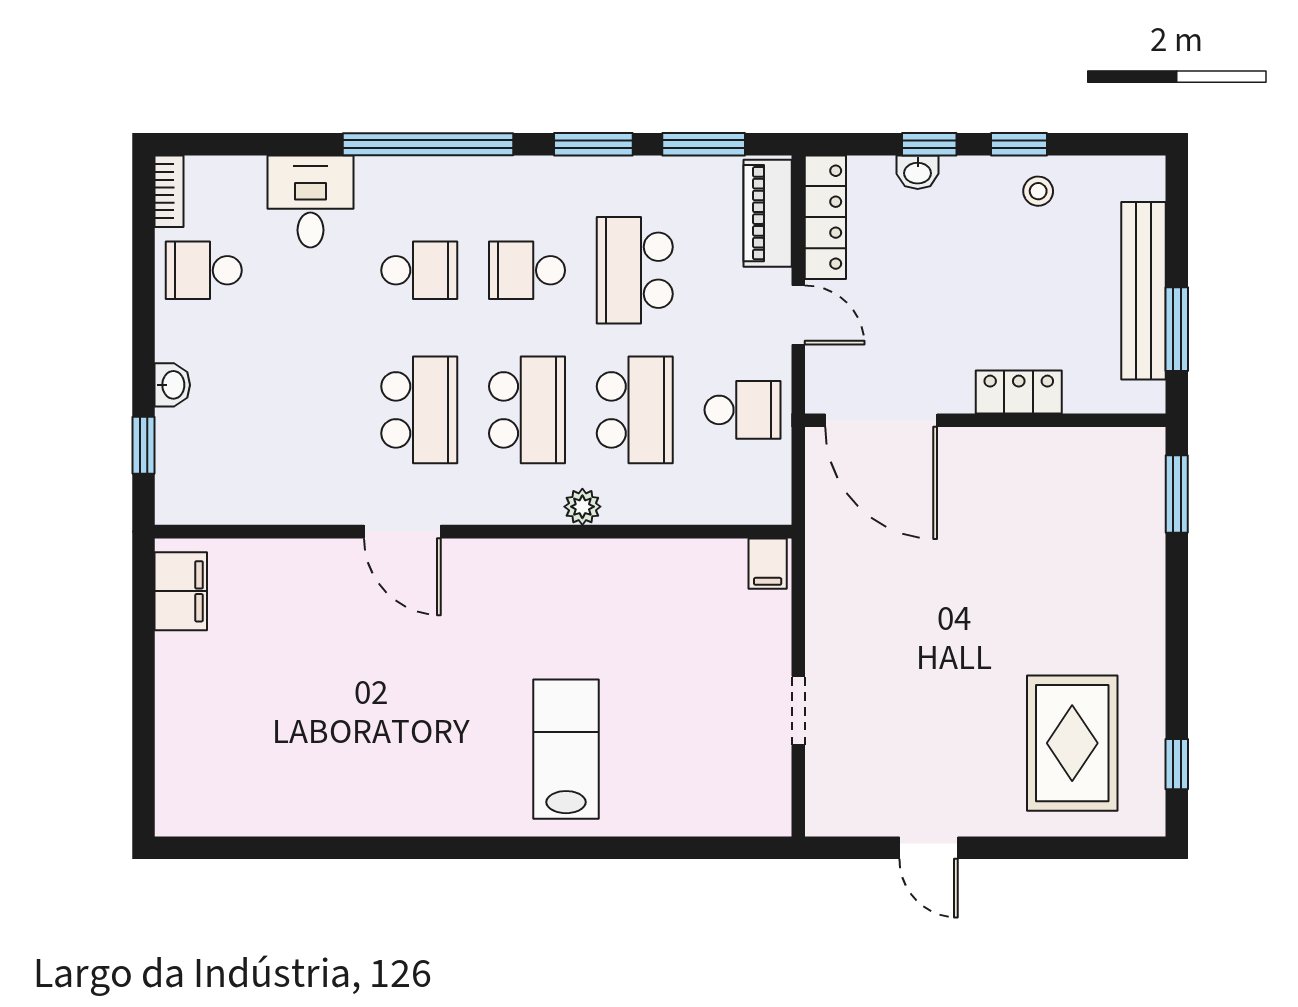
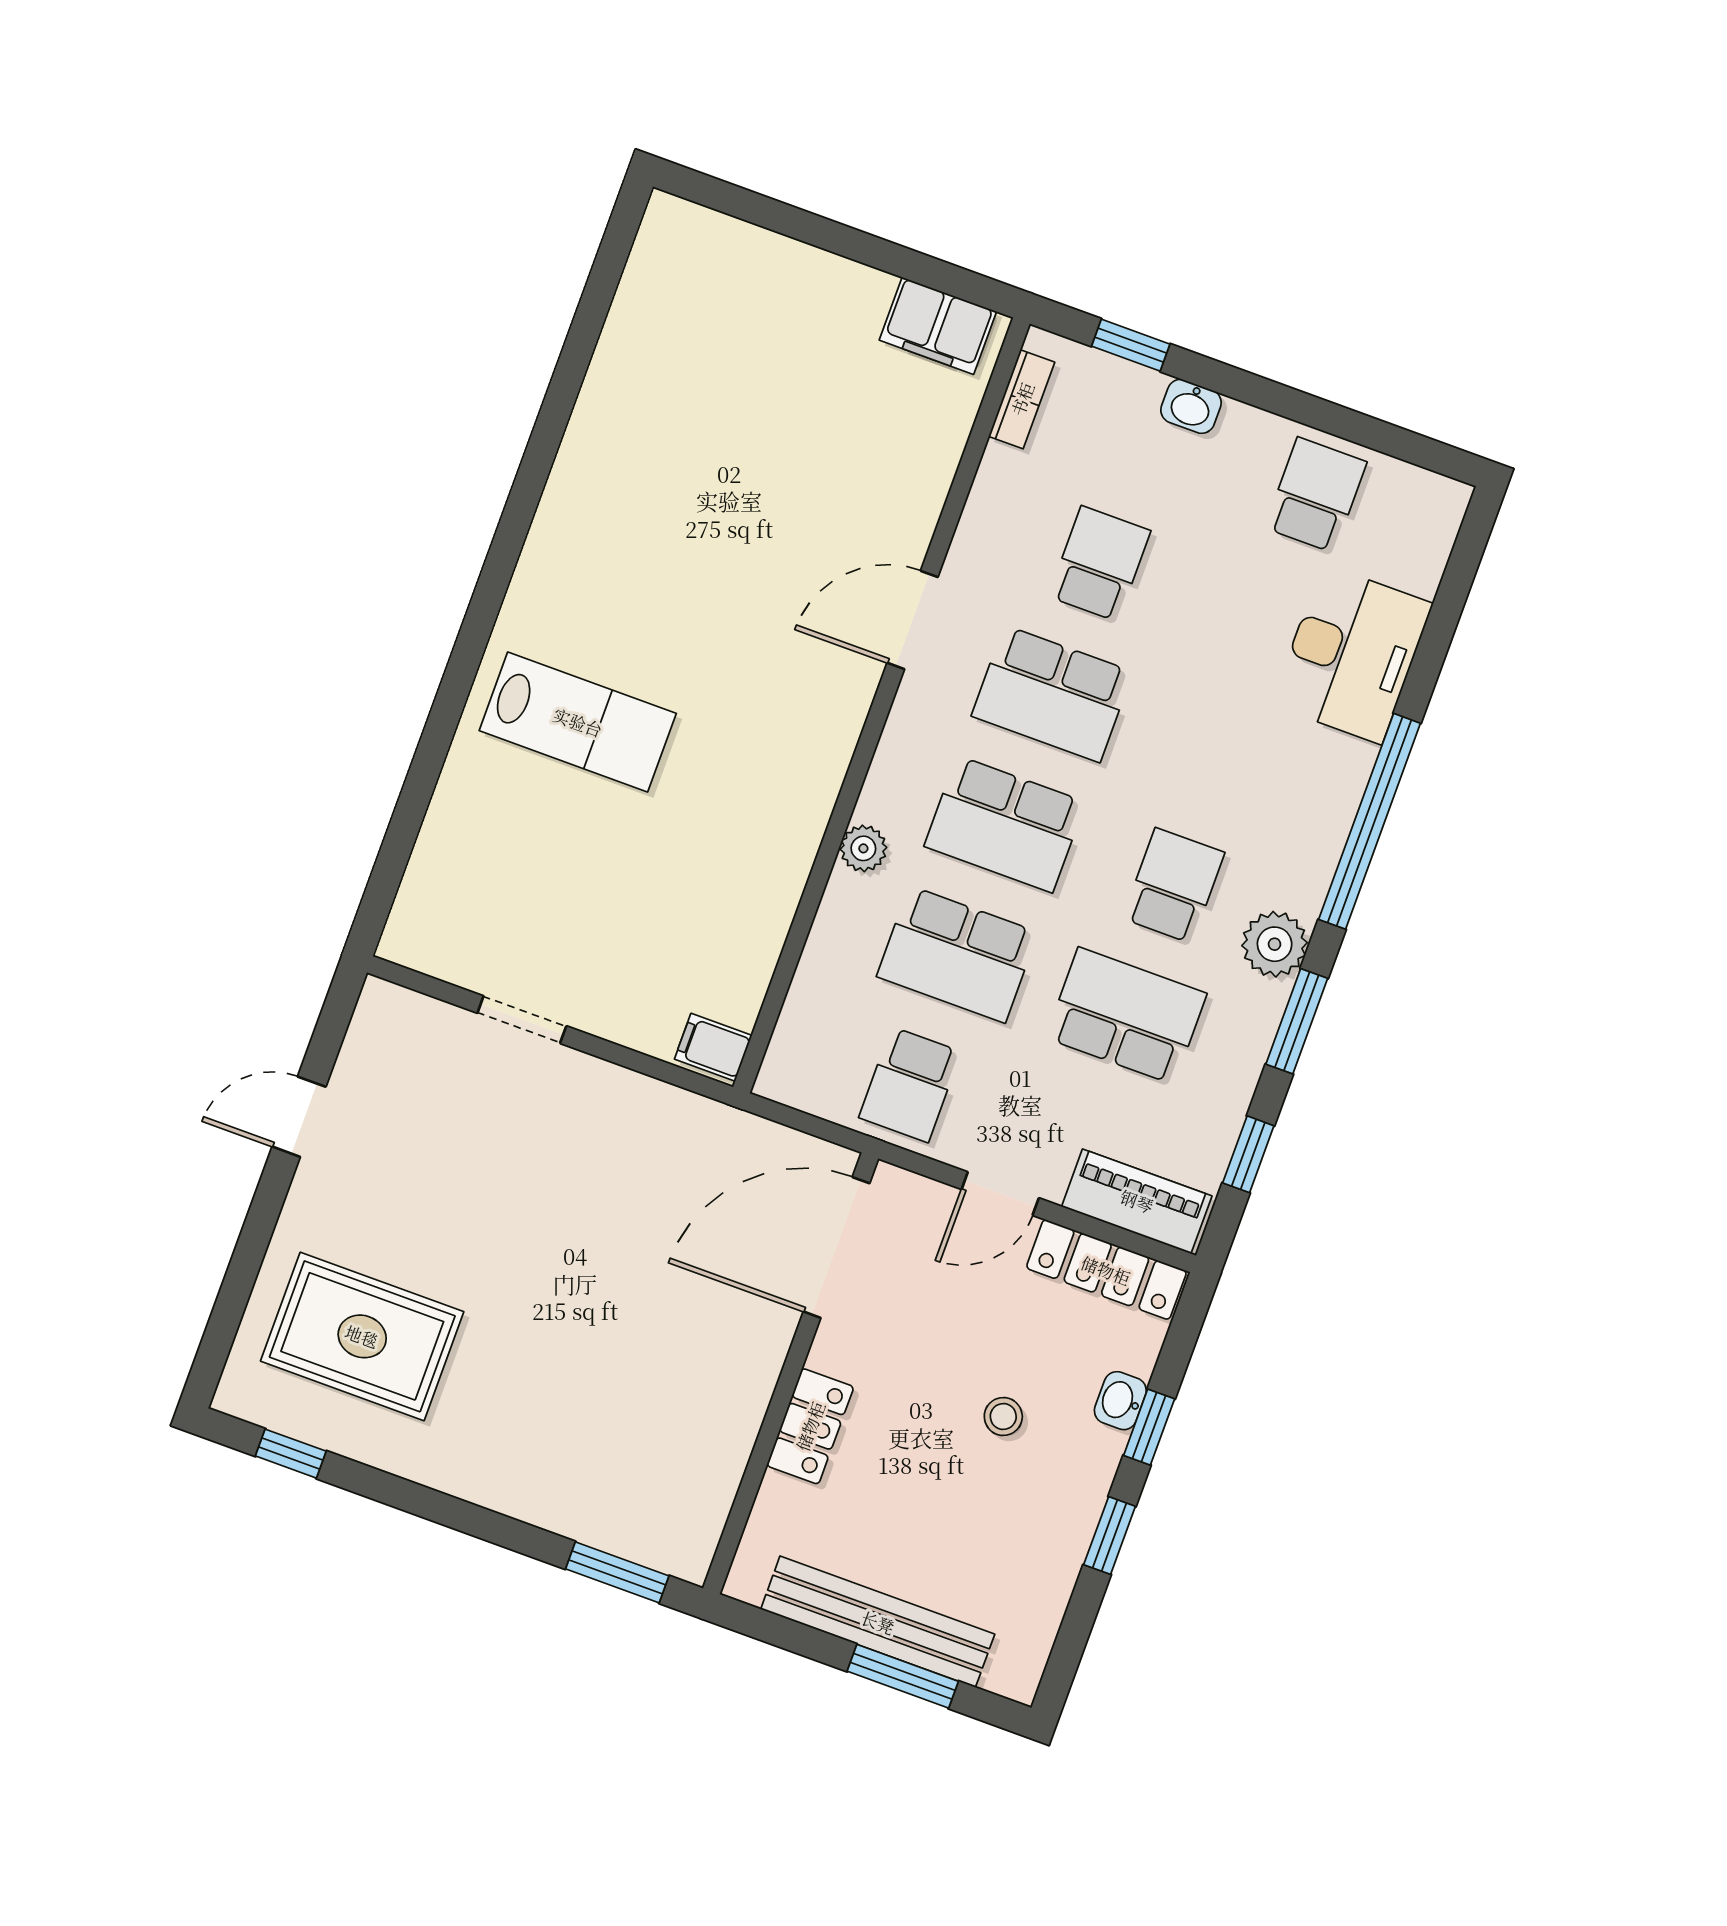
window: (704, 144) -> (1248, 1154), width x0.67
plant: (543, 181) -> (1275, 944), added
bookcase: (169, 191) -> (1022, 399), moved, turned -90
stool: (1038, 191) -> (1003, 1417), moved
desk: (310, 201) -> (1352, 654), width x1.37
school desk: (419, 270) -> (1100, 564), moved, turned 180
window: (1177, 329) -> (903, 1676), moved

